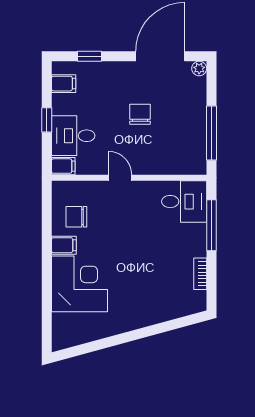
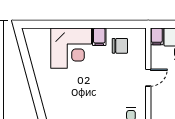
chair: (76, 217) -> (120, 46), turned 90

